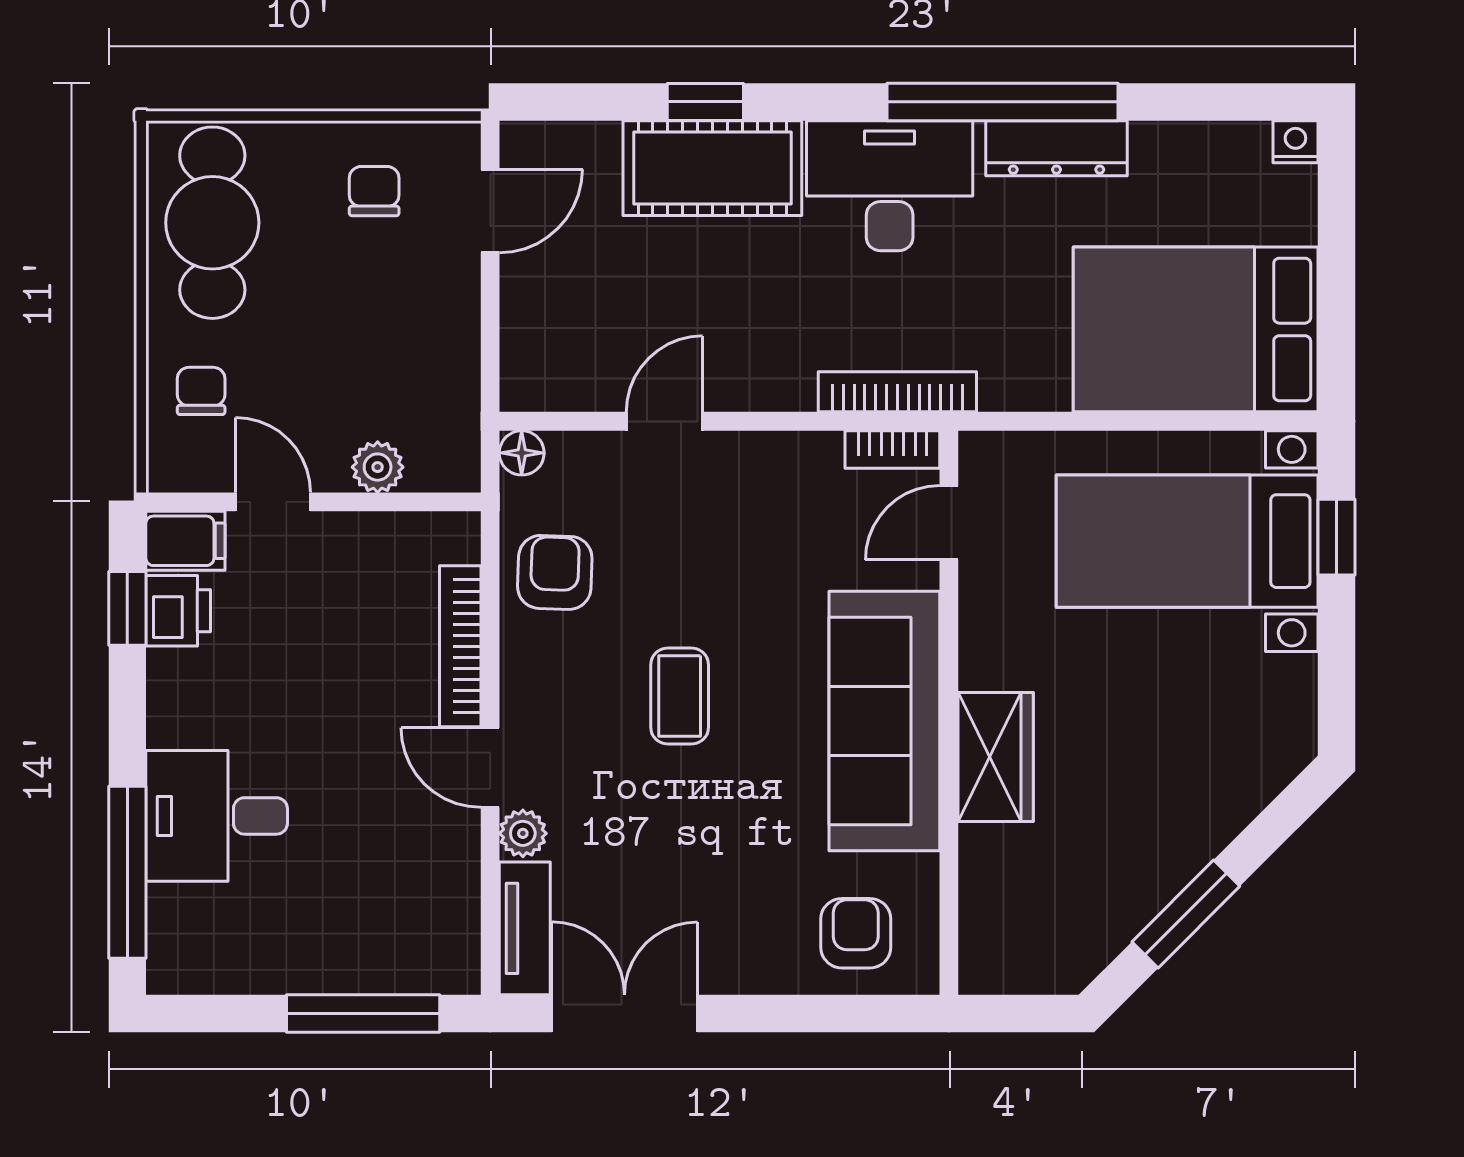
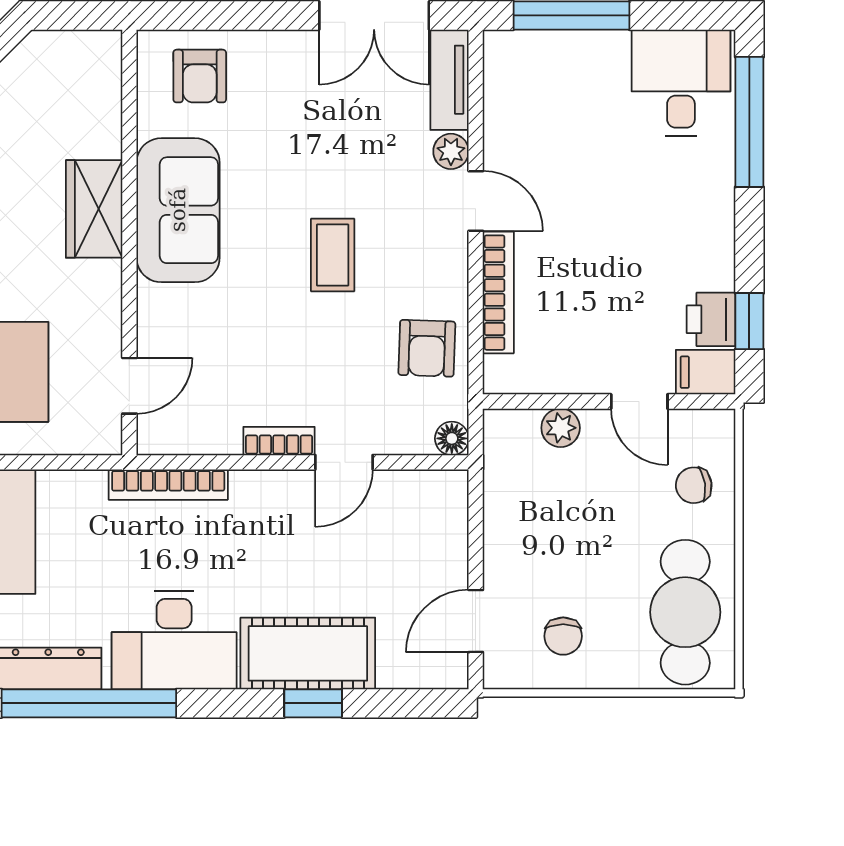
chair: (201, 391) -> (694, 485), turned 82
bookcase: (892, 449) -> (279, 441), moved
sofa: (884, 721) -> (178, 210), width x0.73
desk: (217, 816) -> (681, 83), moved, turned -90

